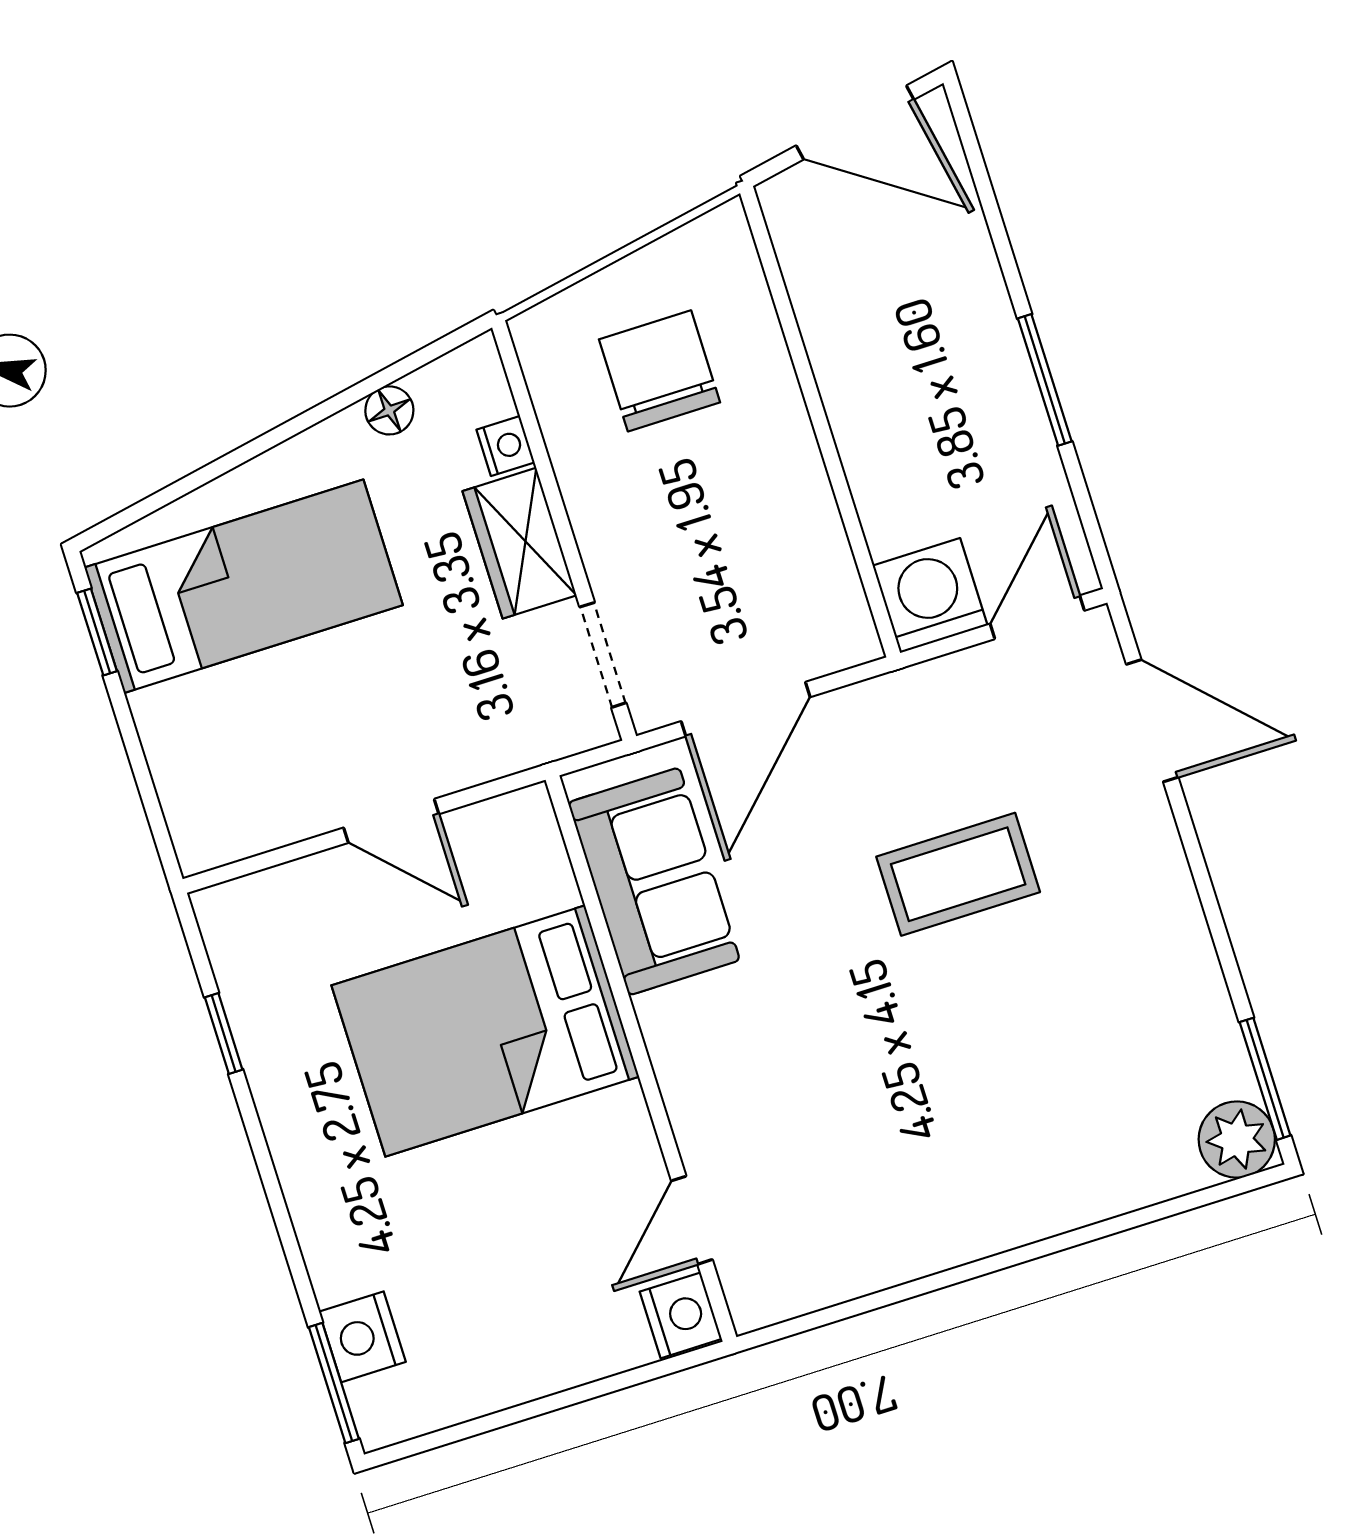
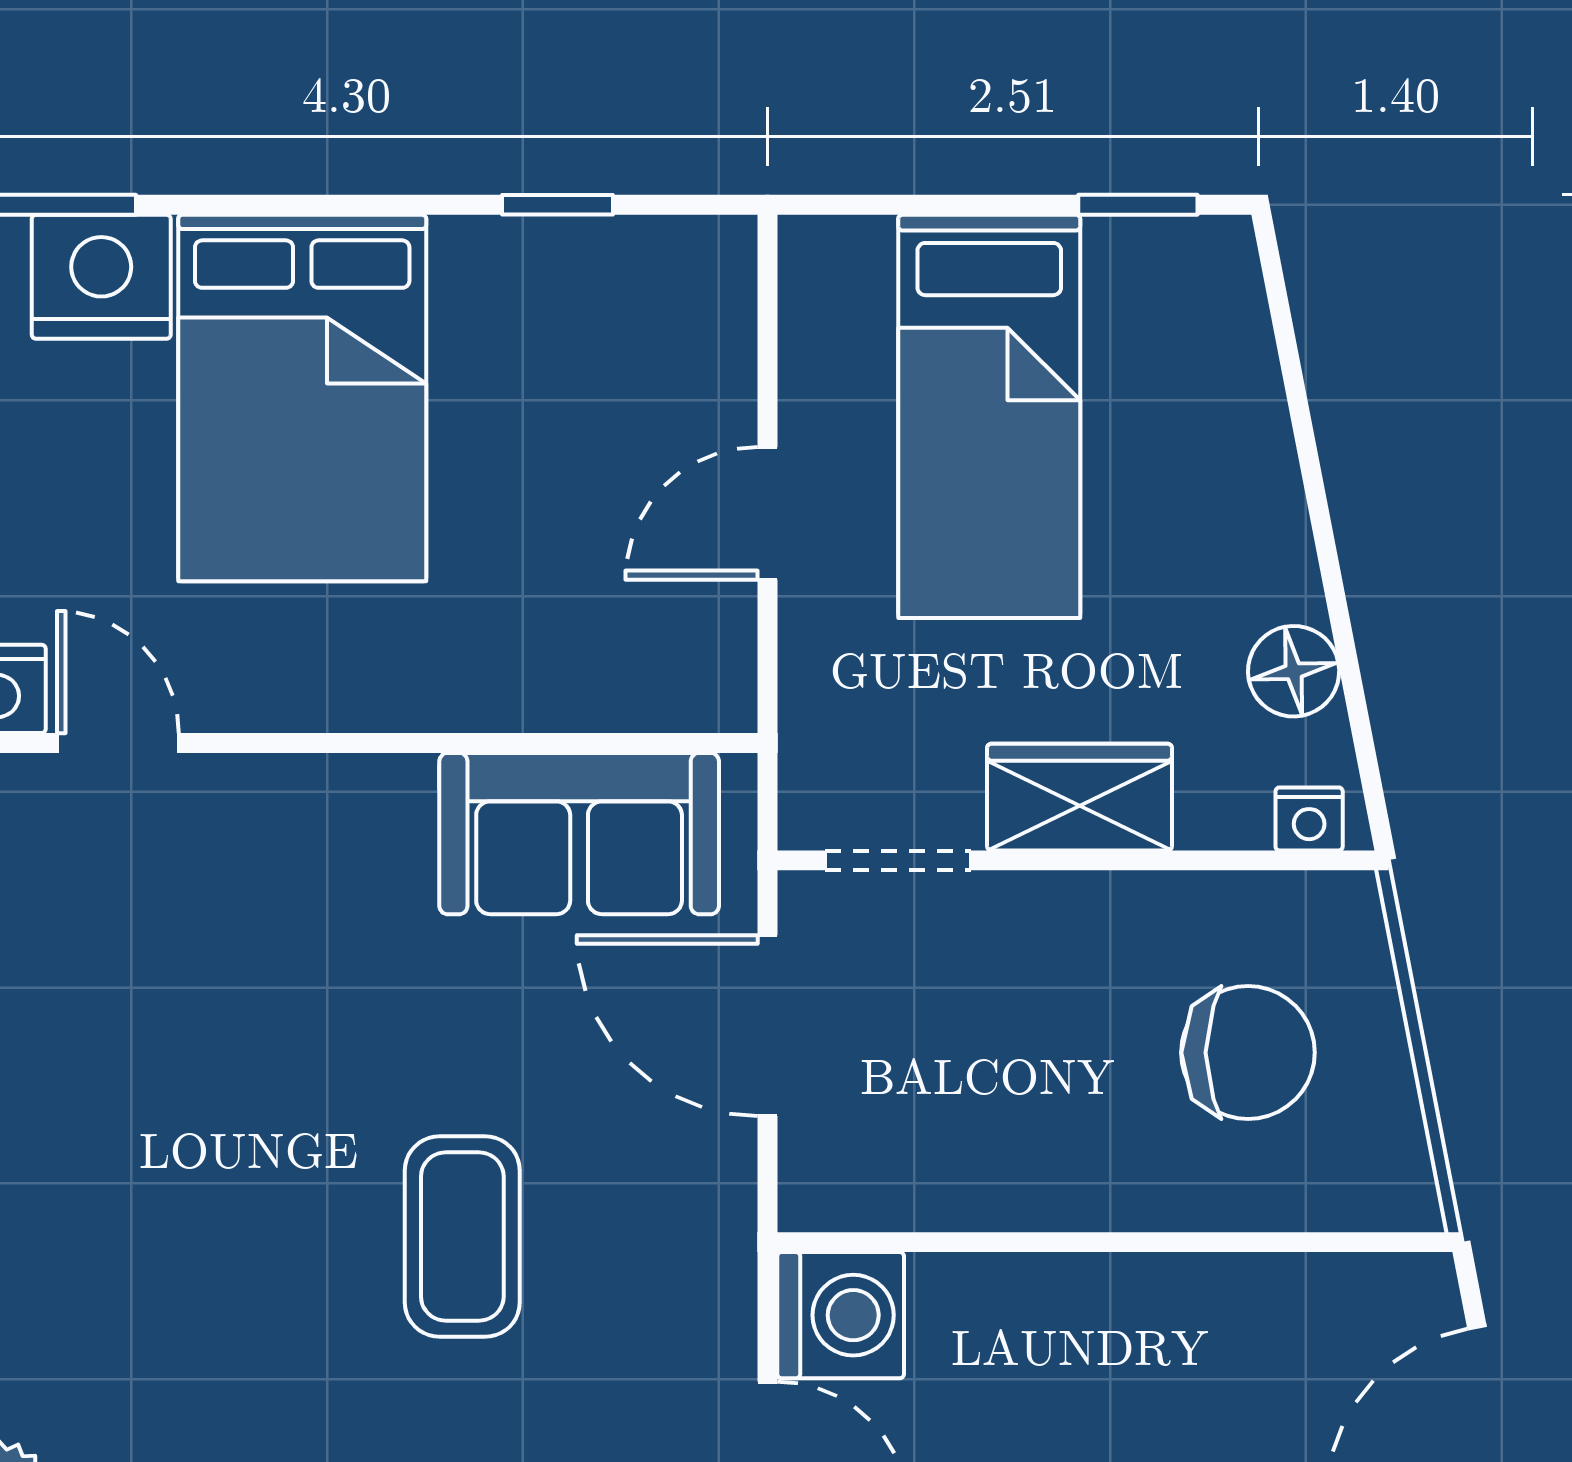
floor lamp: (389, 410) -> (1294, 671), width x1.37, depth x1.37
nightstand: (506, 446) -> (1309, 819), moved
bed: (244, 586) -> (989, 416), moved
bed: (485, 1031) -> (302, 398), moved, turned 180
nightstand: (362, 1337) -> (101, 277), width x1.36, depth x1.33

